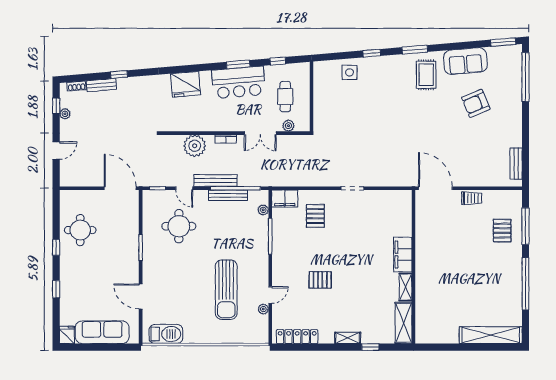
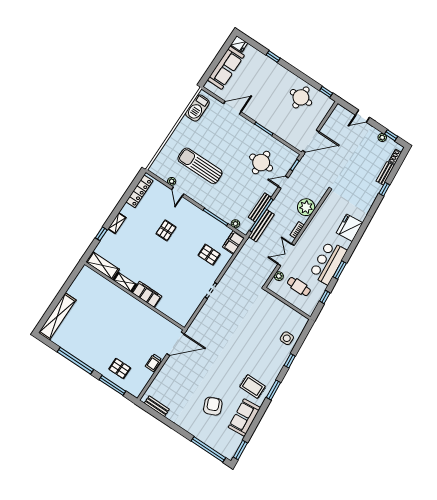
door: (56, 151) -> (362, 116), hinge flipped
bench: (215, 181) -> (261, 226), moved
window: (56, 247) -> (326, 92), moved

